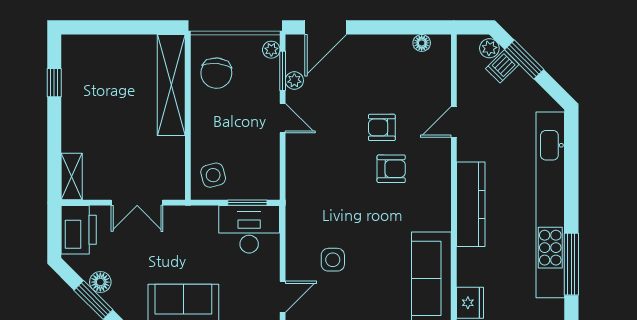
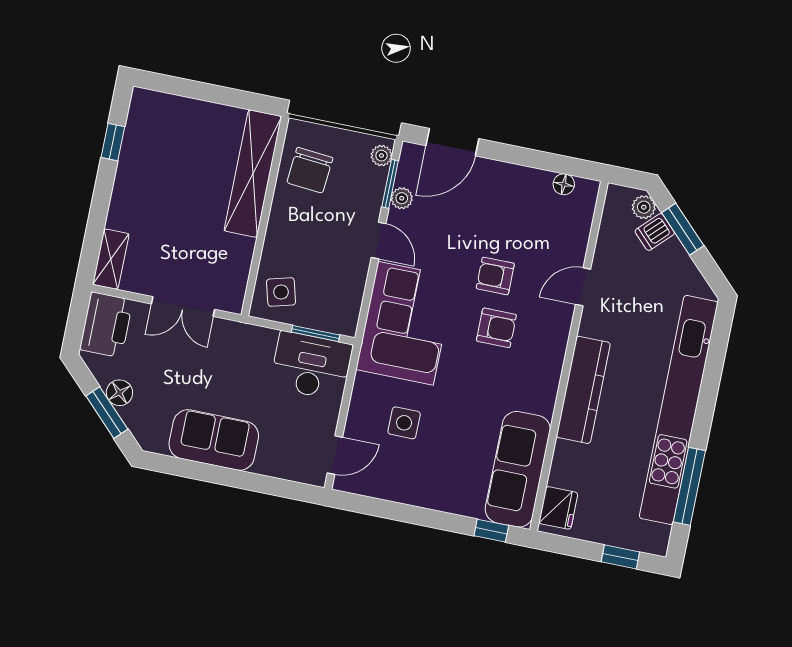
corner sofa: (318, 180) -> (406, 323), added

